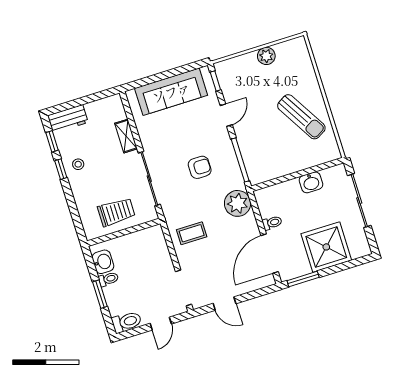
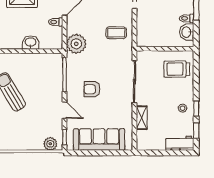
plant: (266, 56) -> (50, 144), moved
door: (226, 115) -> (65, 110), swing flipped
armchair: (200, 167) -> (92, 89), moved
washbasin: (311, 182) -> (31, 42), moved
trolley: (116, 212) -> (177, 69), moved

